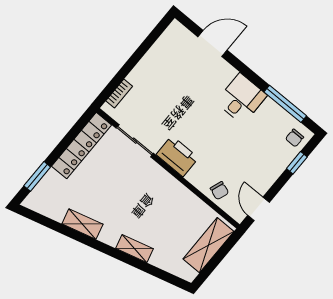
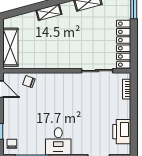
printer: (177, 156) -> (122, 132), moved, turned 90

